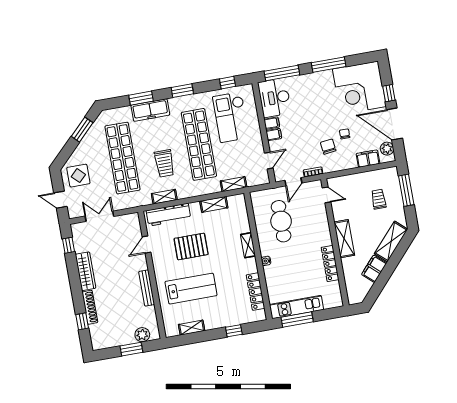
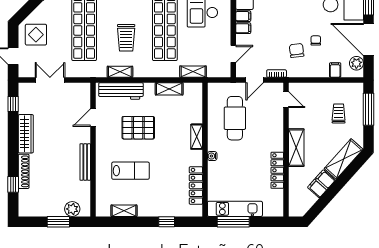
filing cabinet: (368, 159) -> (335, 70), width x0.50
lab bench: (191, 289) -> (131, 171), width x0.73, depth x0.72

